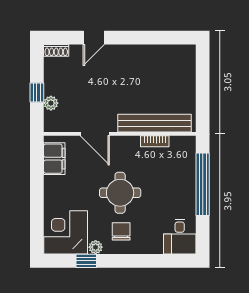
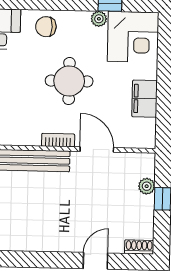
bookcase: (155, 141) -> (58, 140), moved
filing cabinet: (54, 159) -> (145, 99), moved
chair: (121, 231) -> (46, 27), moved, turned 90

